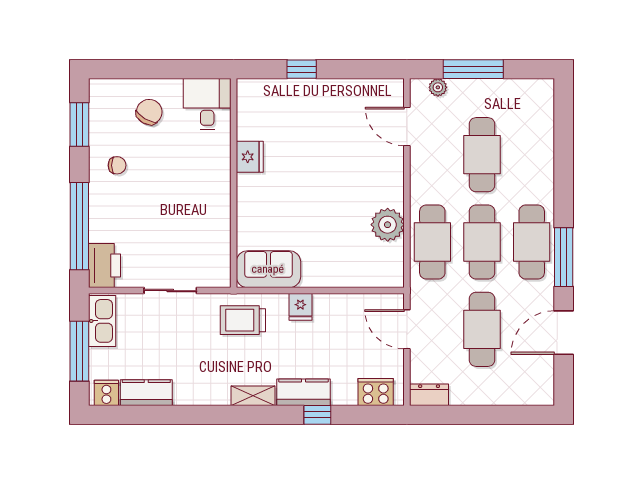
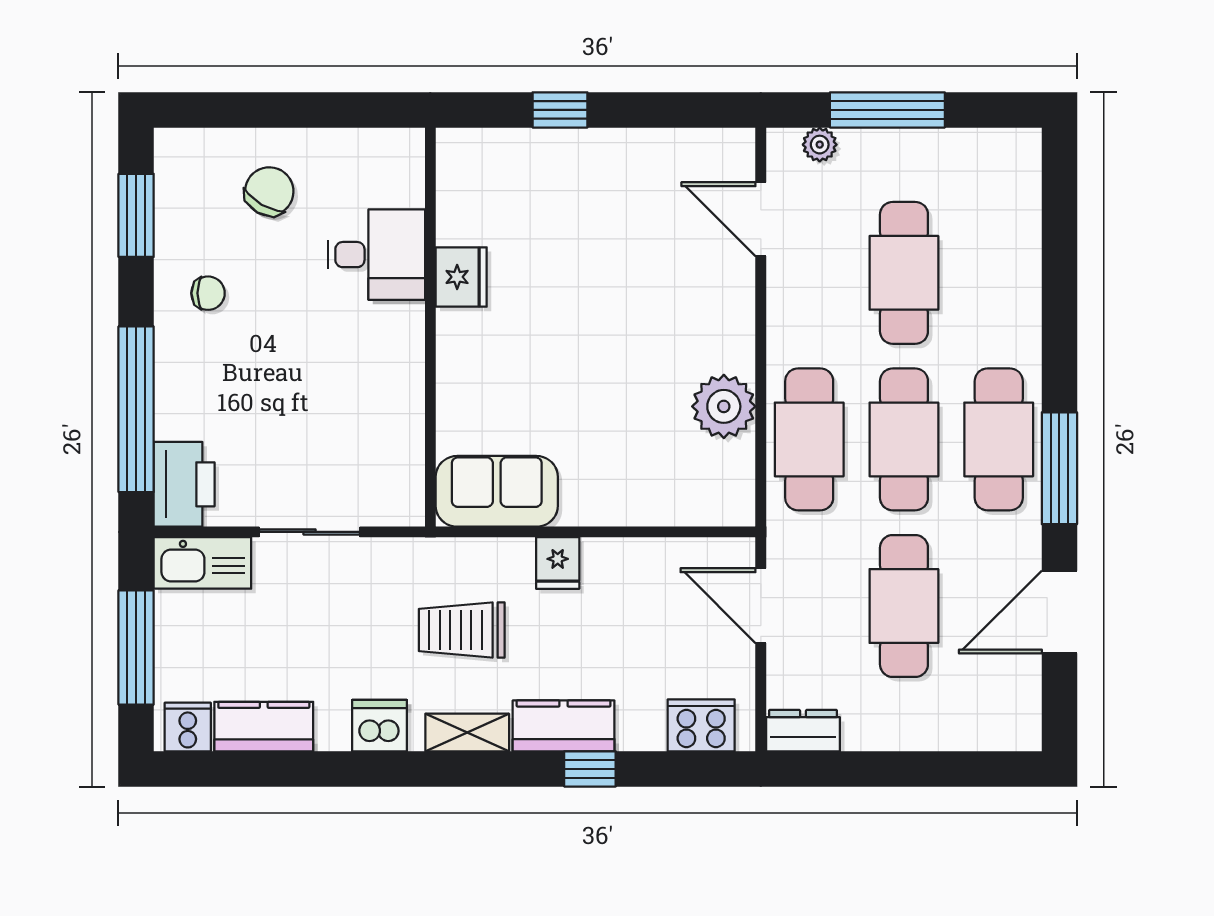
desk: (207, 104) -> (376, 255), moved, turned 90
trolley: (243, 320) -> (462, 630), moved
kitchen sink: (102, 321) -> (202, 563), moved, turned 90
dishwasher: (207, 392) -> (380, 726), added

